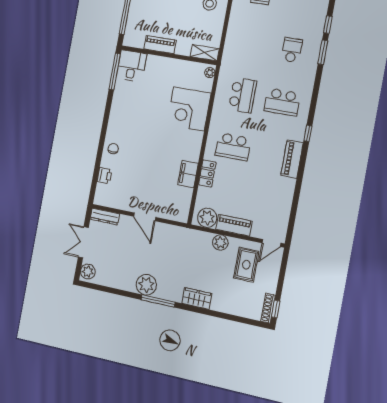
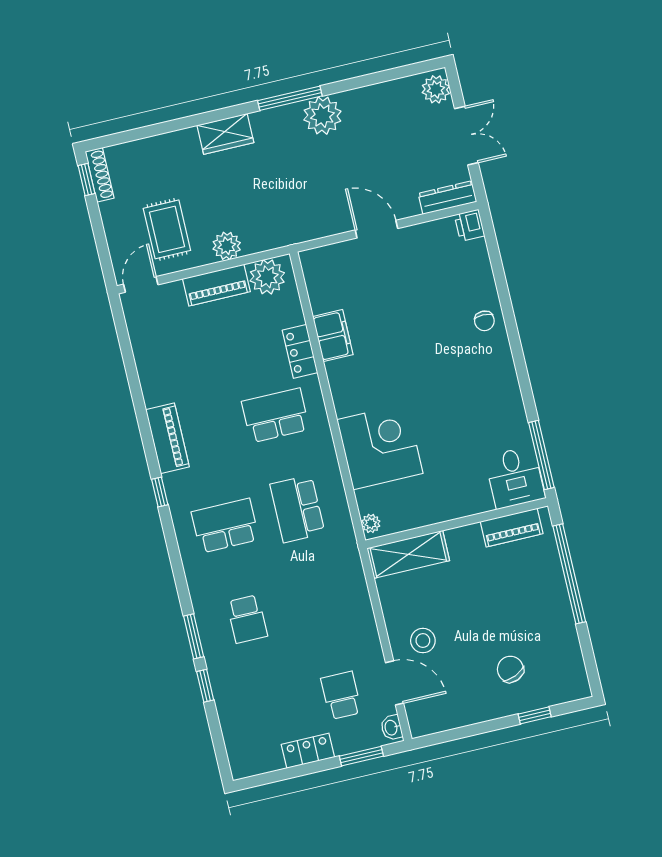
piano: (160, 45) -> (512, 528), moved
shelving: (205, 53) -> (408, 554), width x1.50, depth x1.33
printer: (105, 176) -> (469, 225), moved

